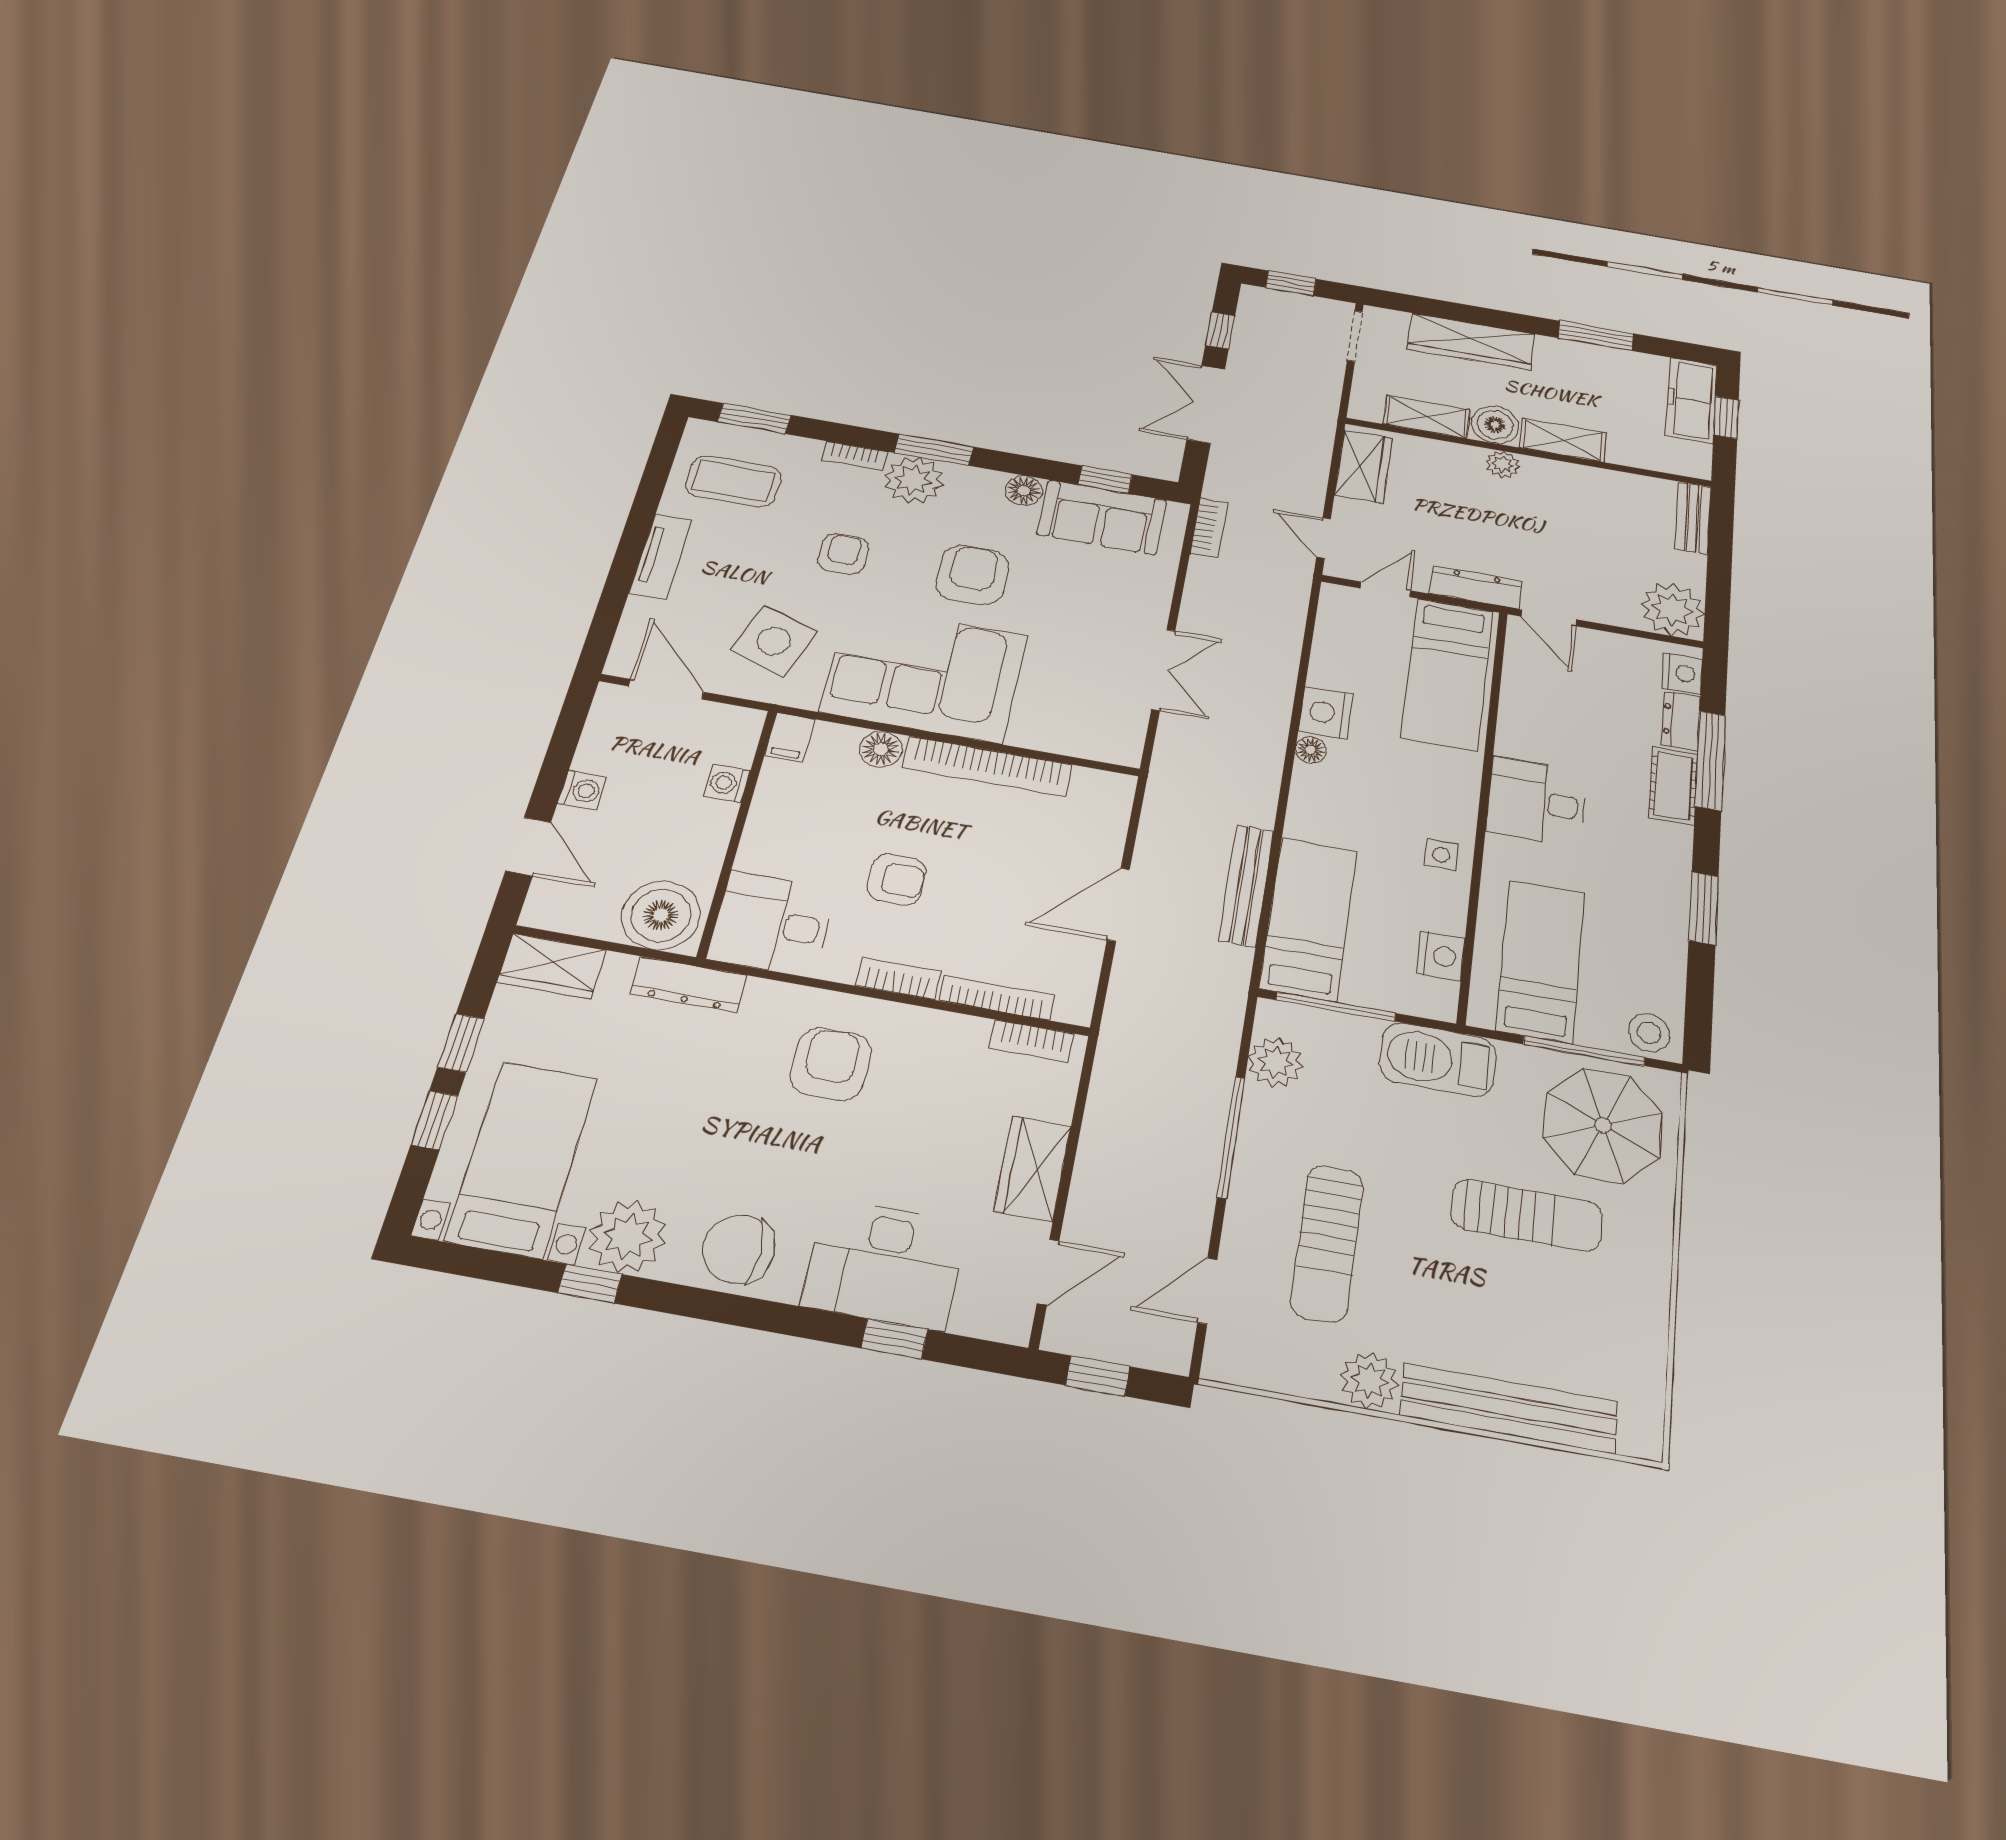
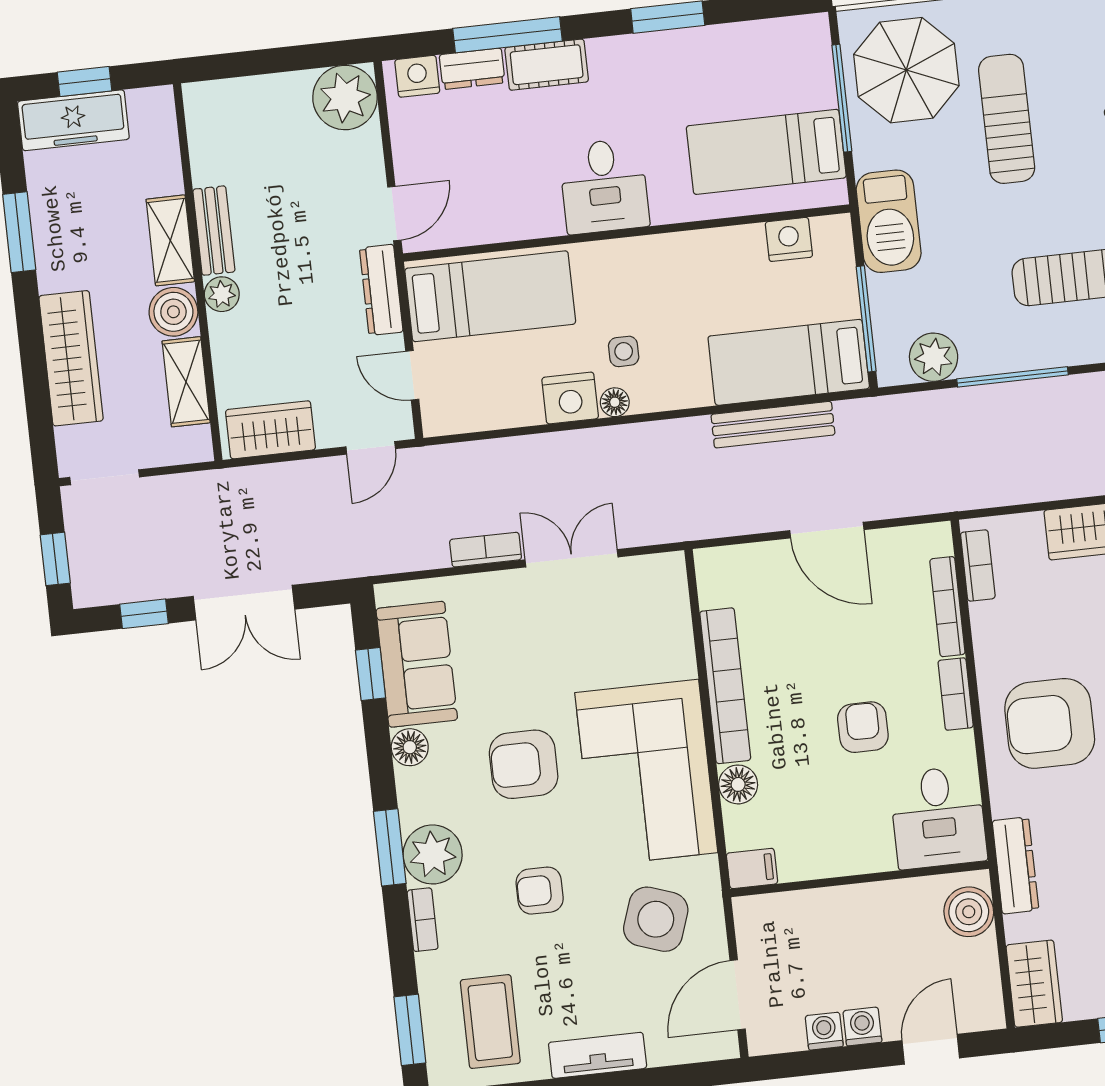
bench: (1693, 518) -> (214, 231), moved, turned 90
bookcase: (1209, 528) -> (486, 550), moved
washing machine: (727, 783) -> (824, 1031), moved, turned 180
side table: (1441, 855) -> (624, 351), moved
boiler: (661, 915) -> (969, 912), width x0.73, depth x0.73
stool: (1649, 1033) -> (807, 45), removed
armchair: (831, 1064) -> (1050, 723), width x1.36, depth x1.36

